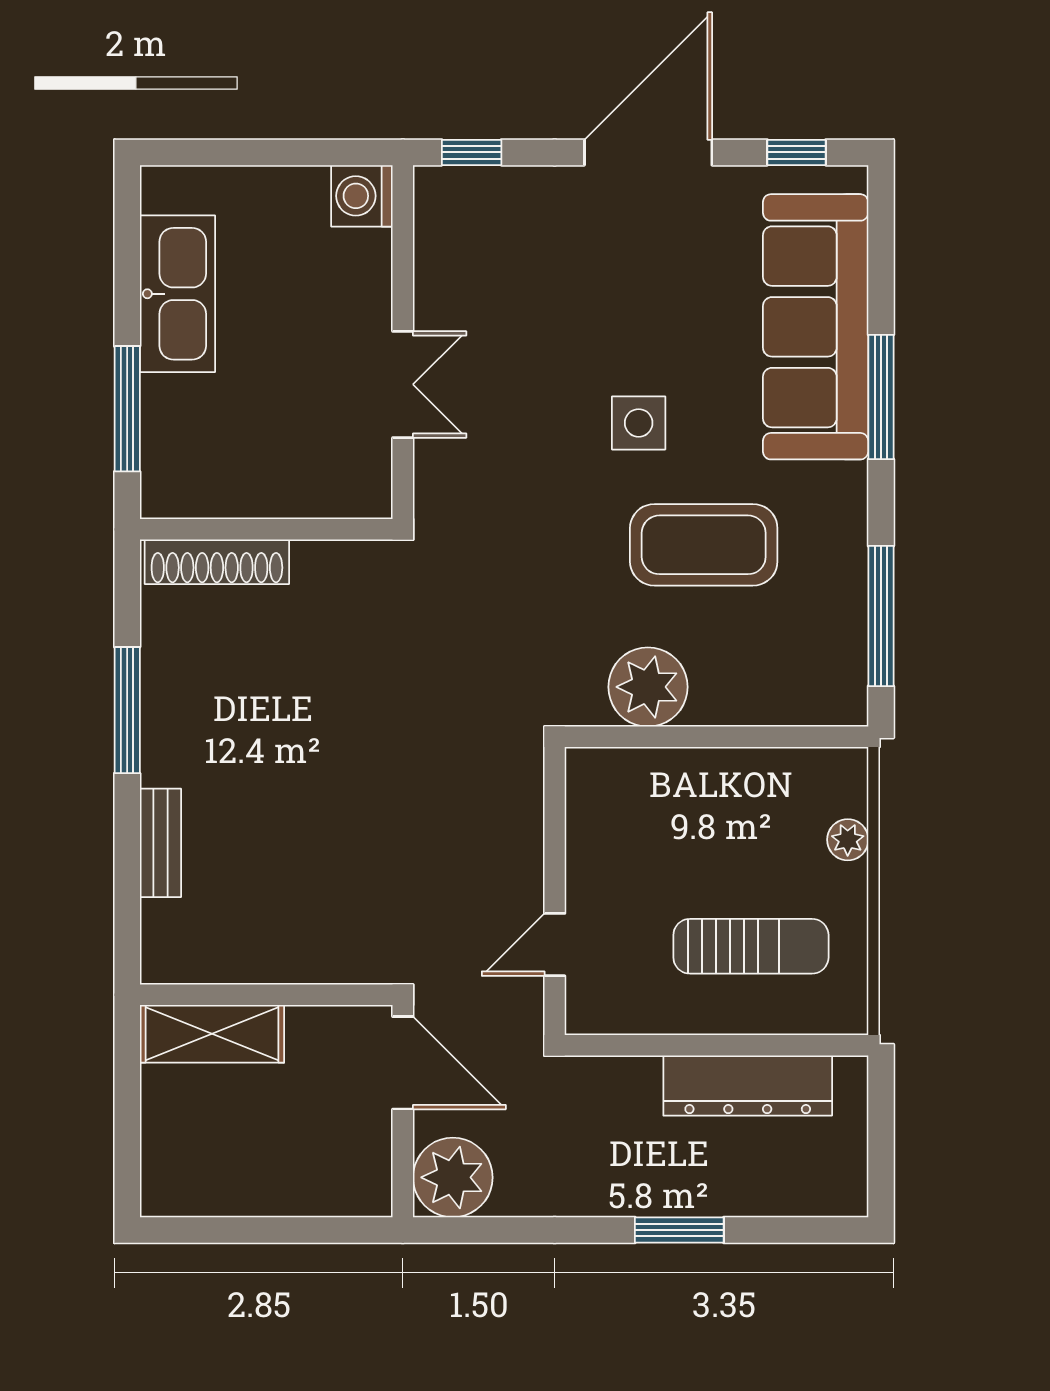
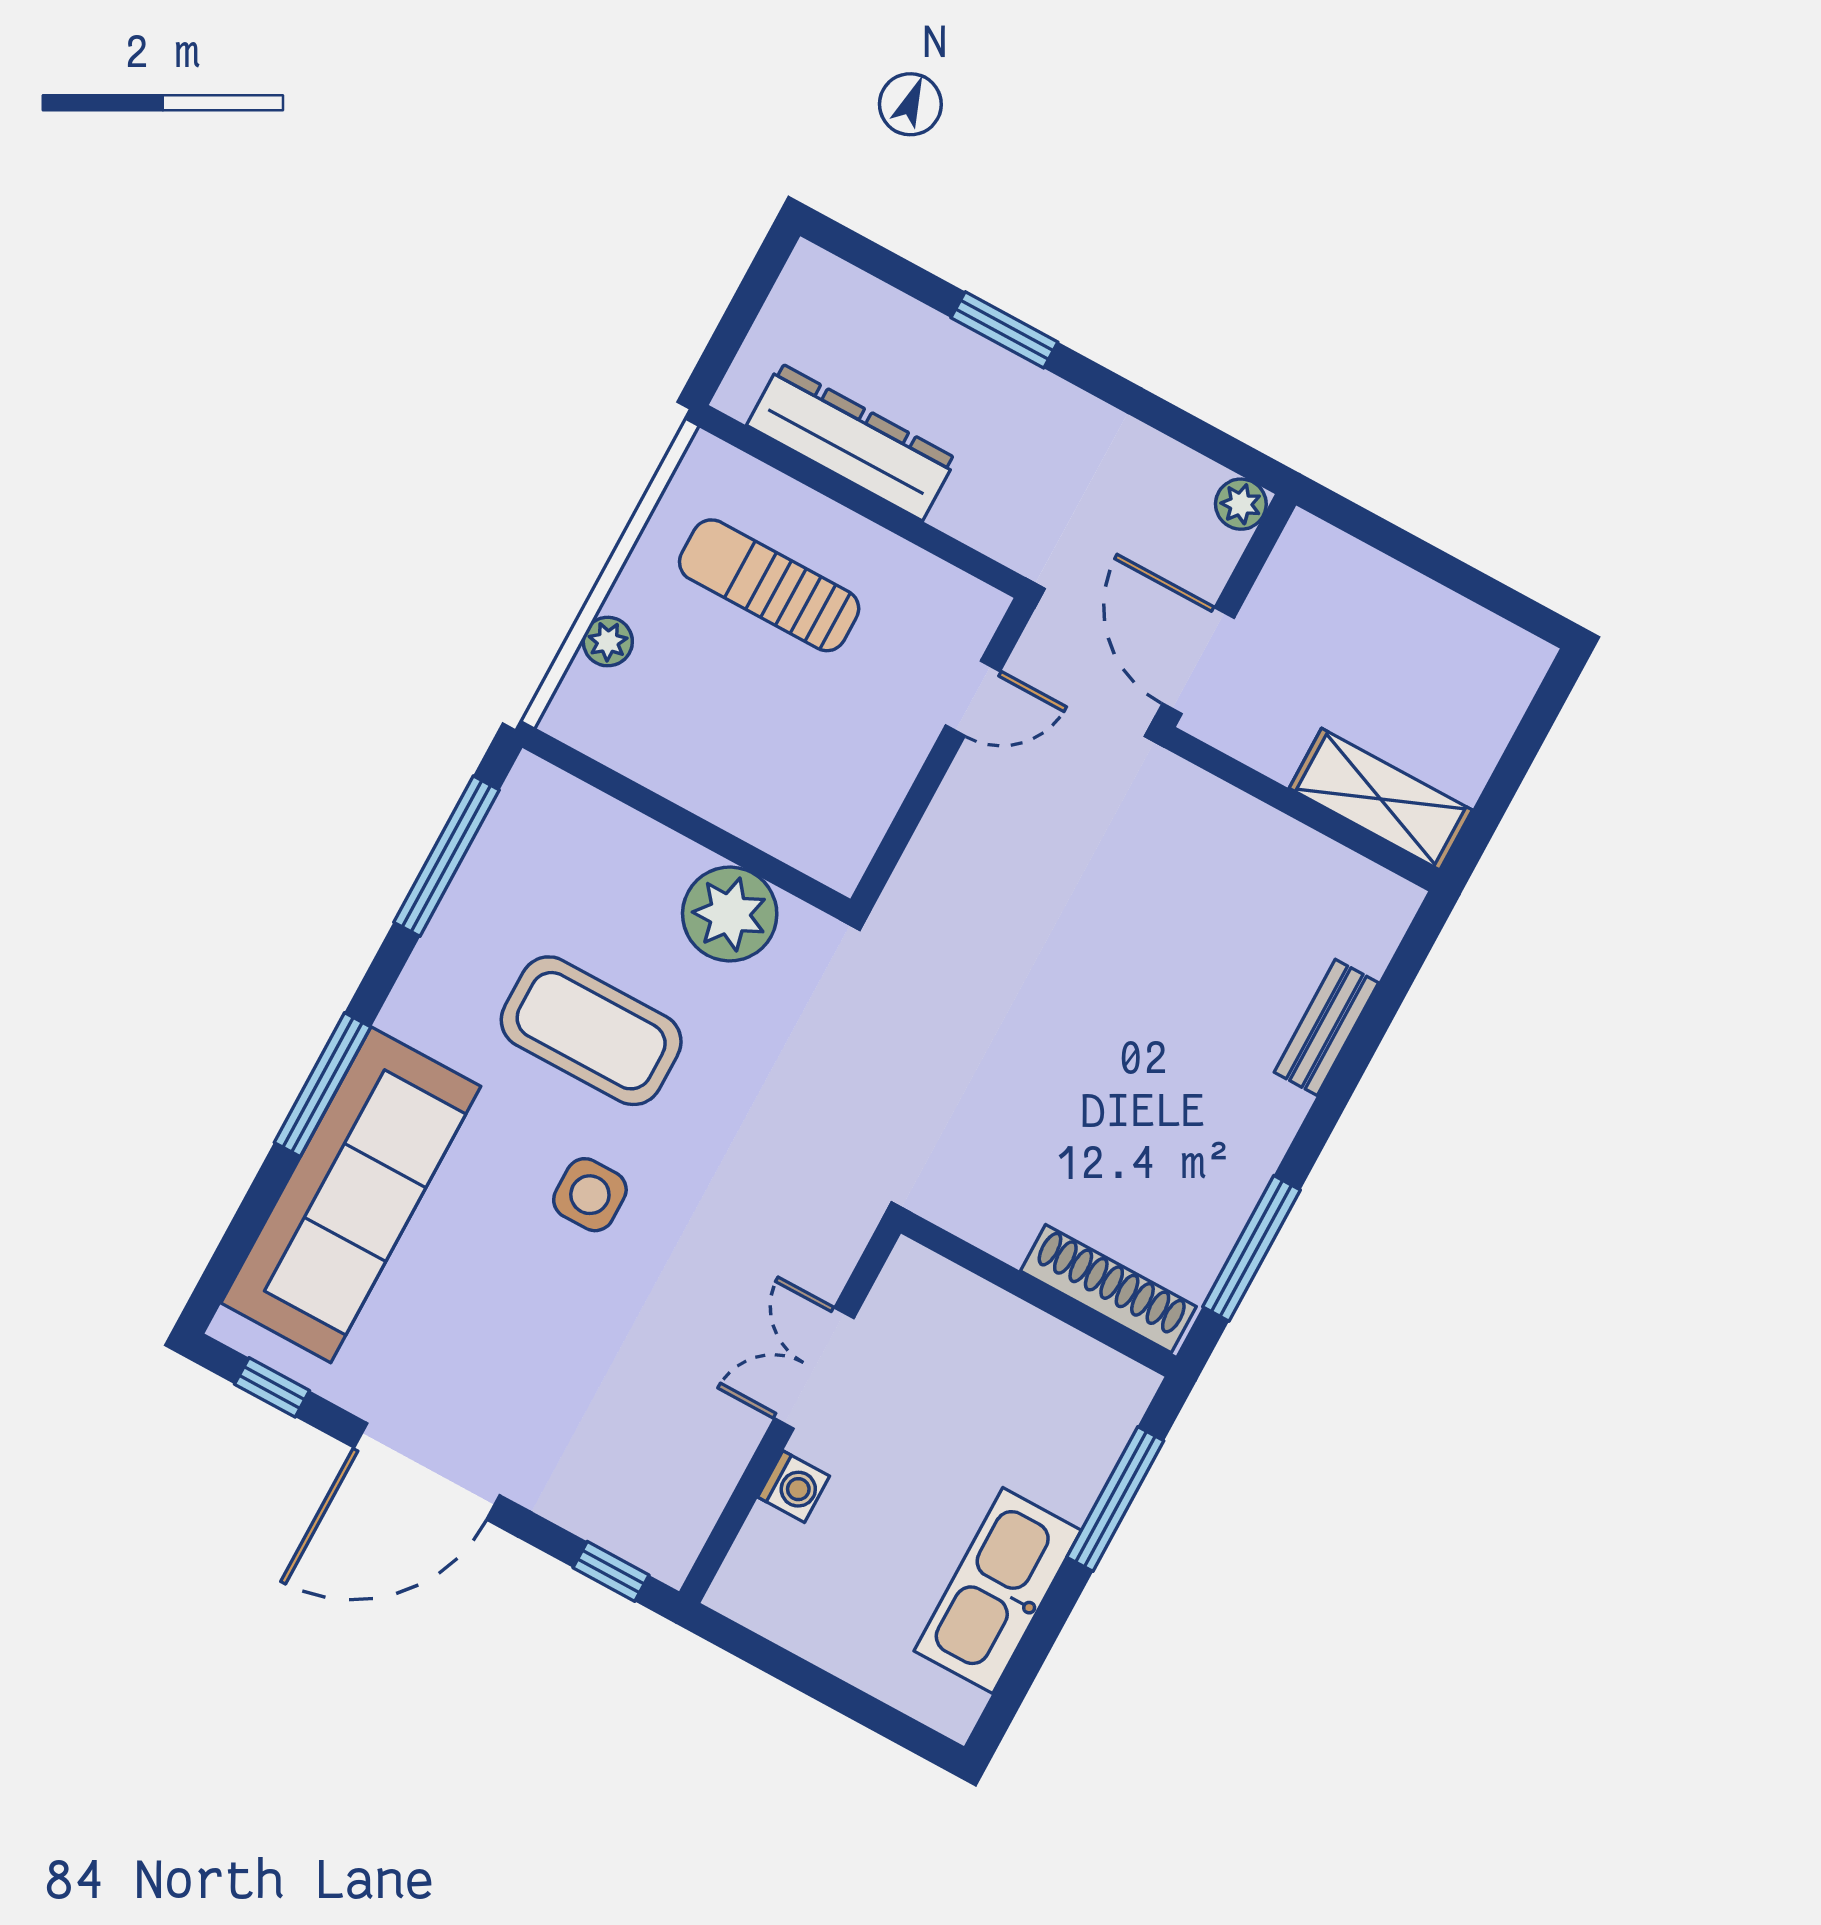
washing machine: (362, 196) -> (794, 1487), moved, width x0.73, depth x0.73
window: (127, 710) -> (1251, 1248), moved
plant: (453, 1177) -> (1241, 504), width x0.53, depth x0.53

